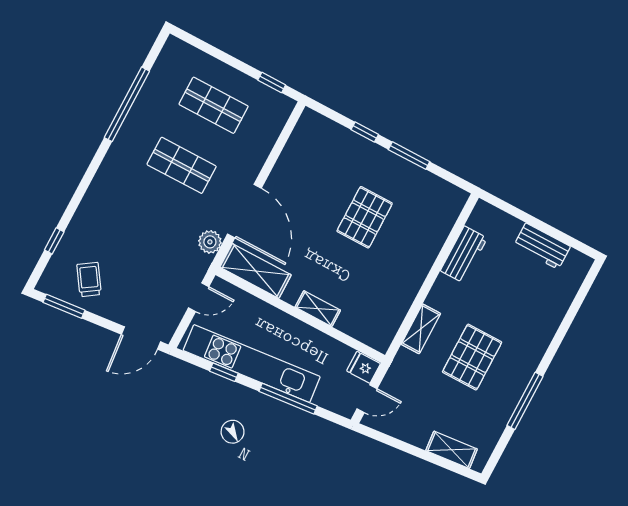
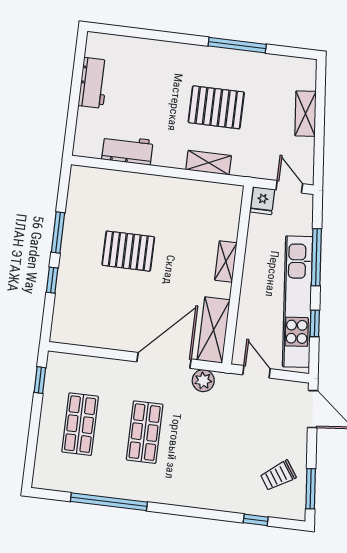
shelving: (452, 450) -> (305, 114), moved

